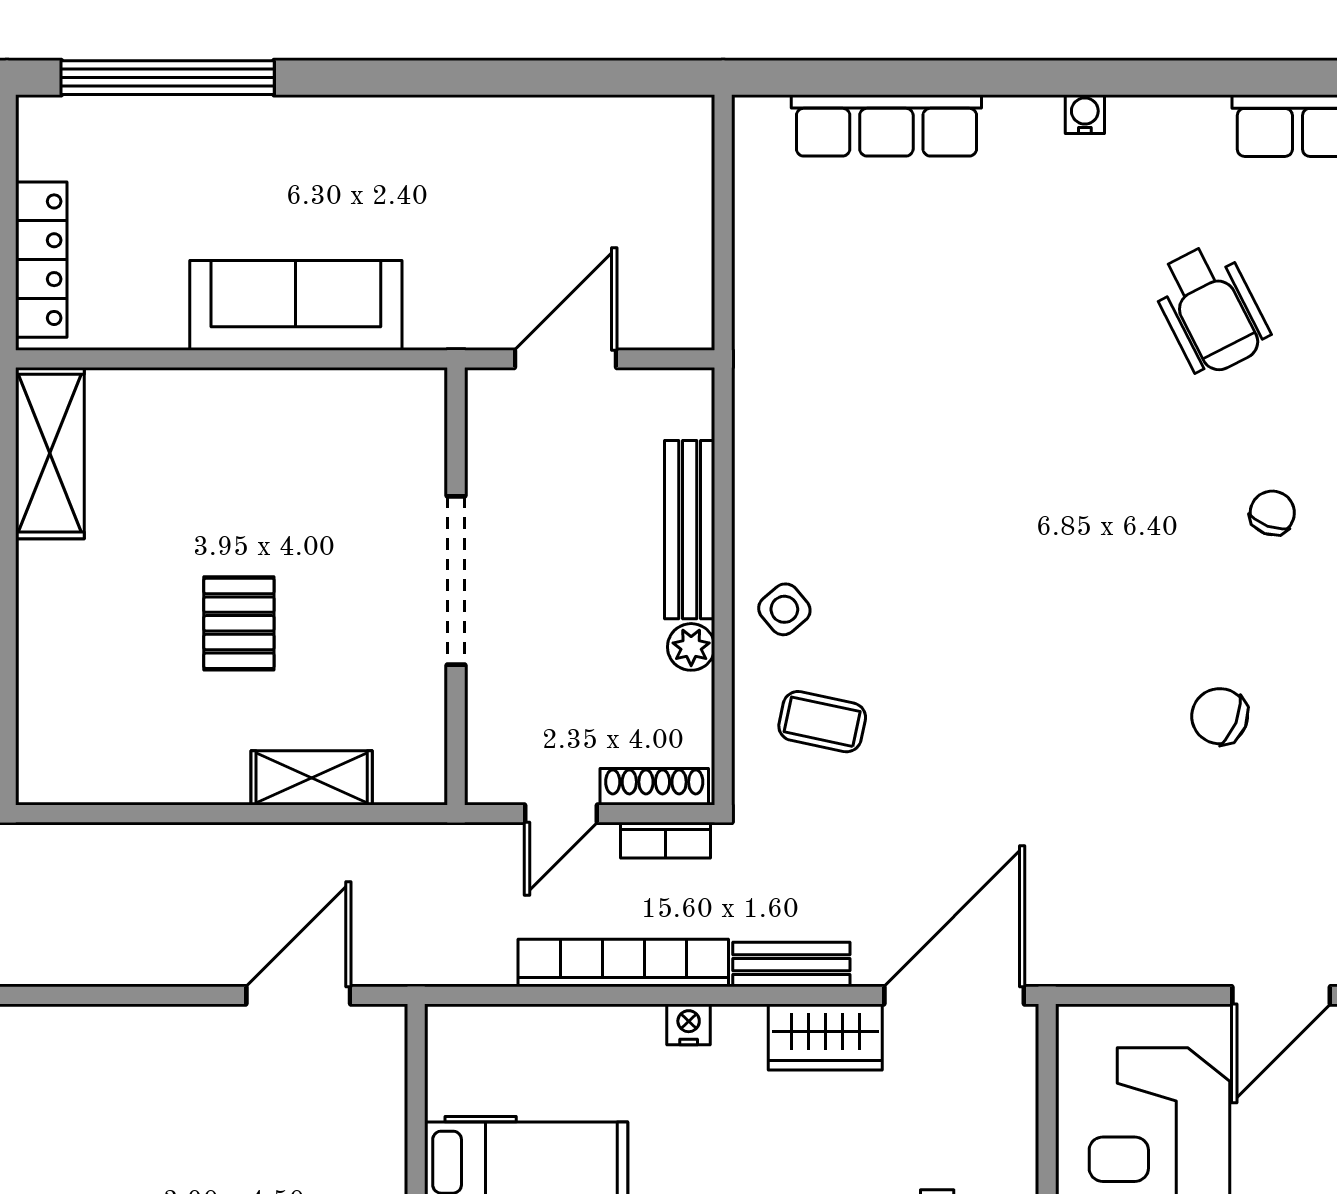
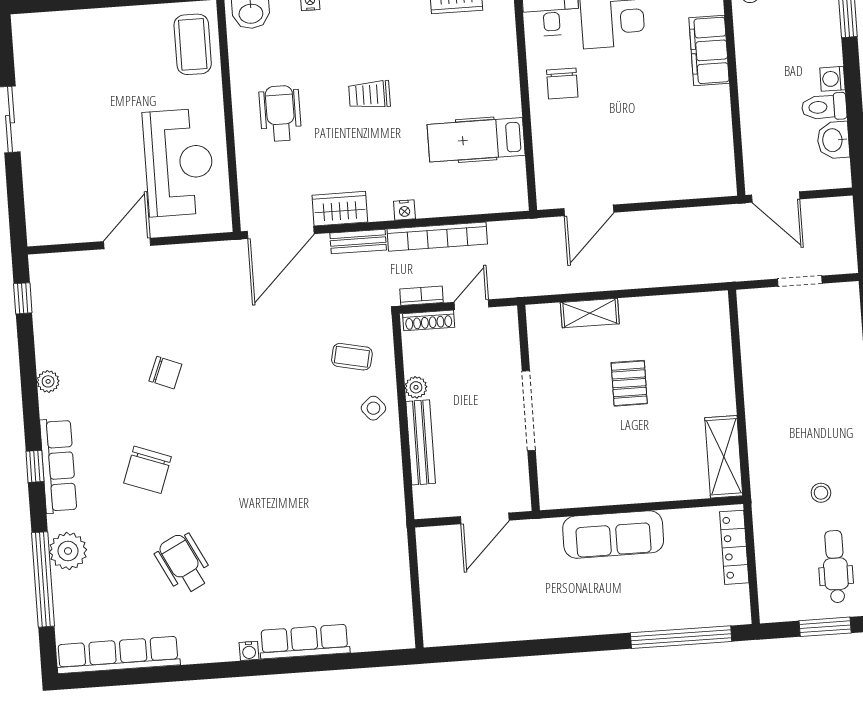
row of seats: (886, 125) -> (305, 642), moved
chair: (1272, 513) -> (148, 470), width x1.87, depth x1.87

